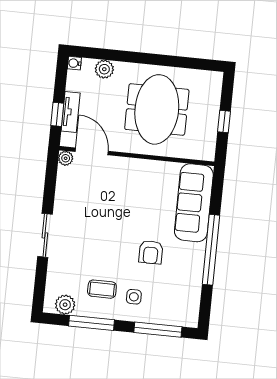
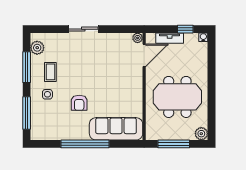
plant: (104, 69) -> (201, 134), moved
window: (57, 114) -> (185, 29), moved
window: (224, 122) -> (174, 144), width x2.17
armchair: (151, 252) -> (79, 103), turned -90

